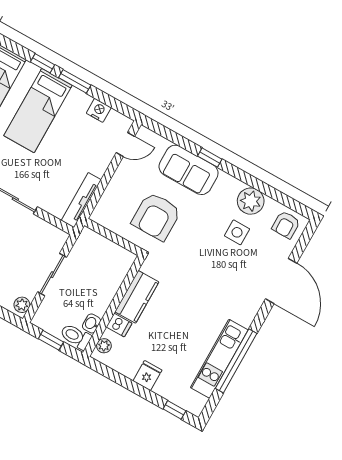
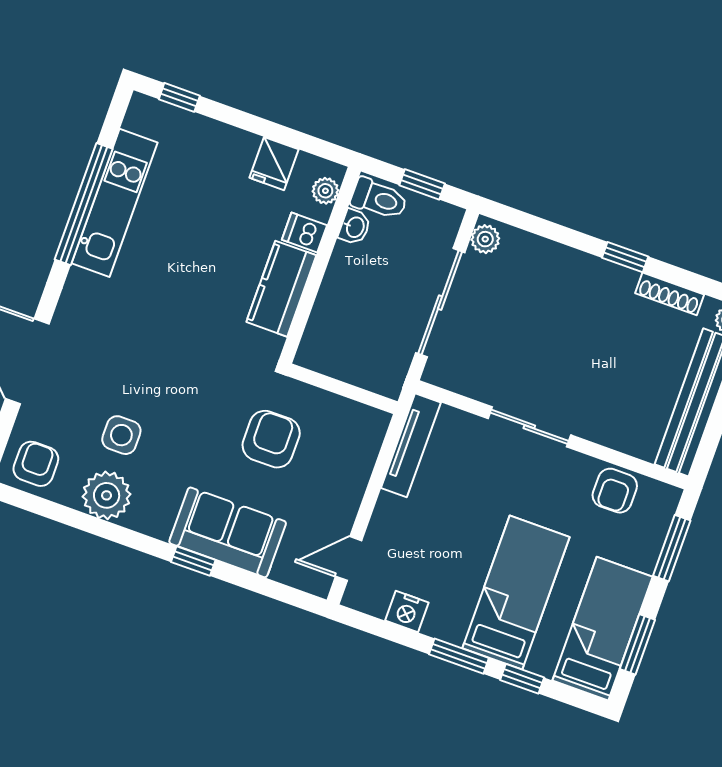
armchair: (156, 216) -> (271, 439), width x0.73, depth x0.73
sliding door: (52, 275) -> (440, 303), width x1.37
fridge: (147, 376) -> (274, 164), moved

